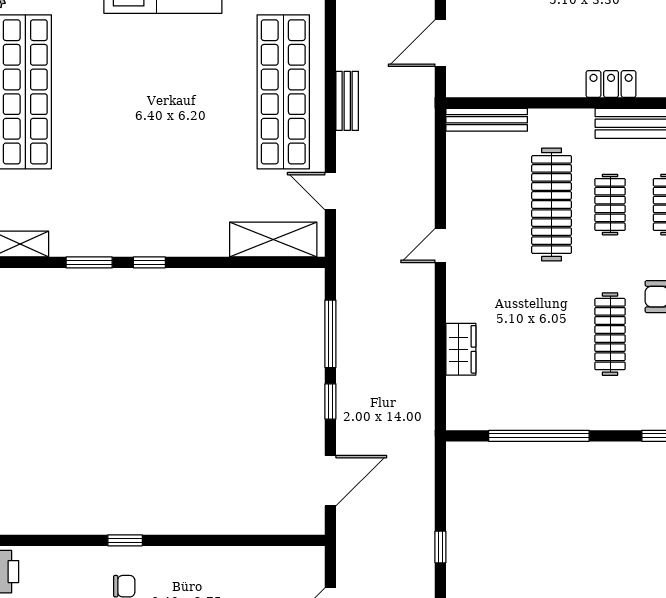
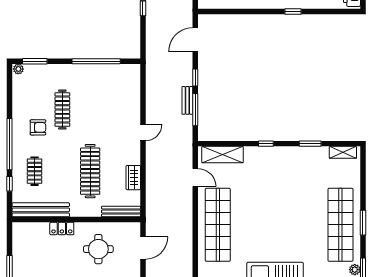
round table: (534, 41) -> (98, 249), added
bench: (347, 101) -> (187, 100), moved
clothes rail: (610, 205) -> (62, 171), removed
door: (440, 246) -> (143, 133), moved
window: (149, 262) -> (266, 144), moved
wardrobe: (461, 349) -> (133, 178), moved

